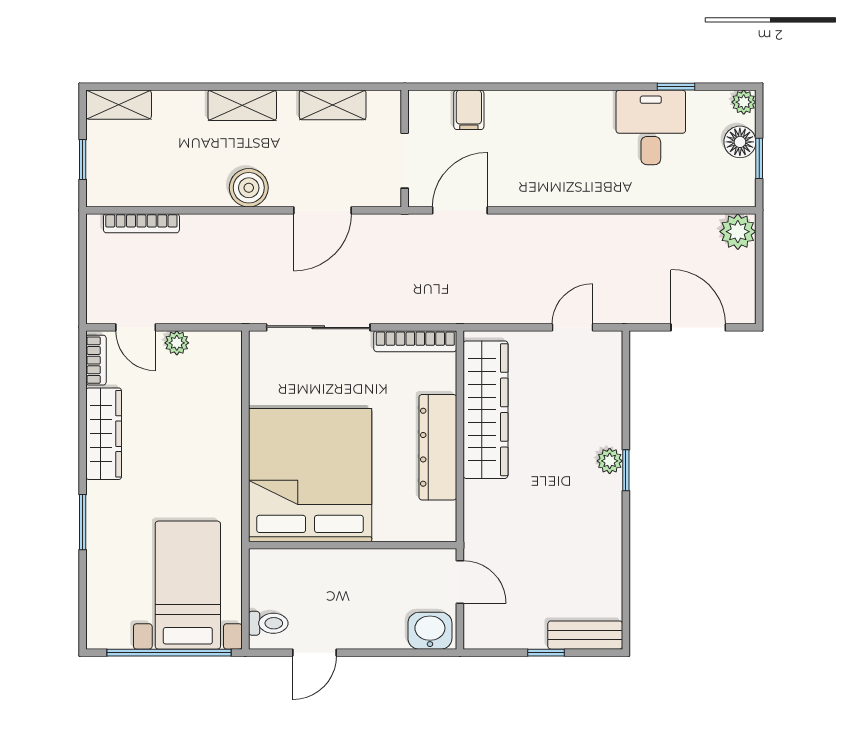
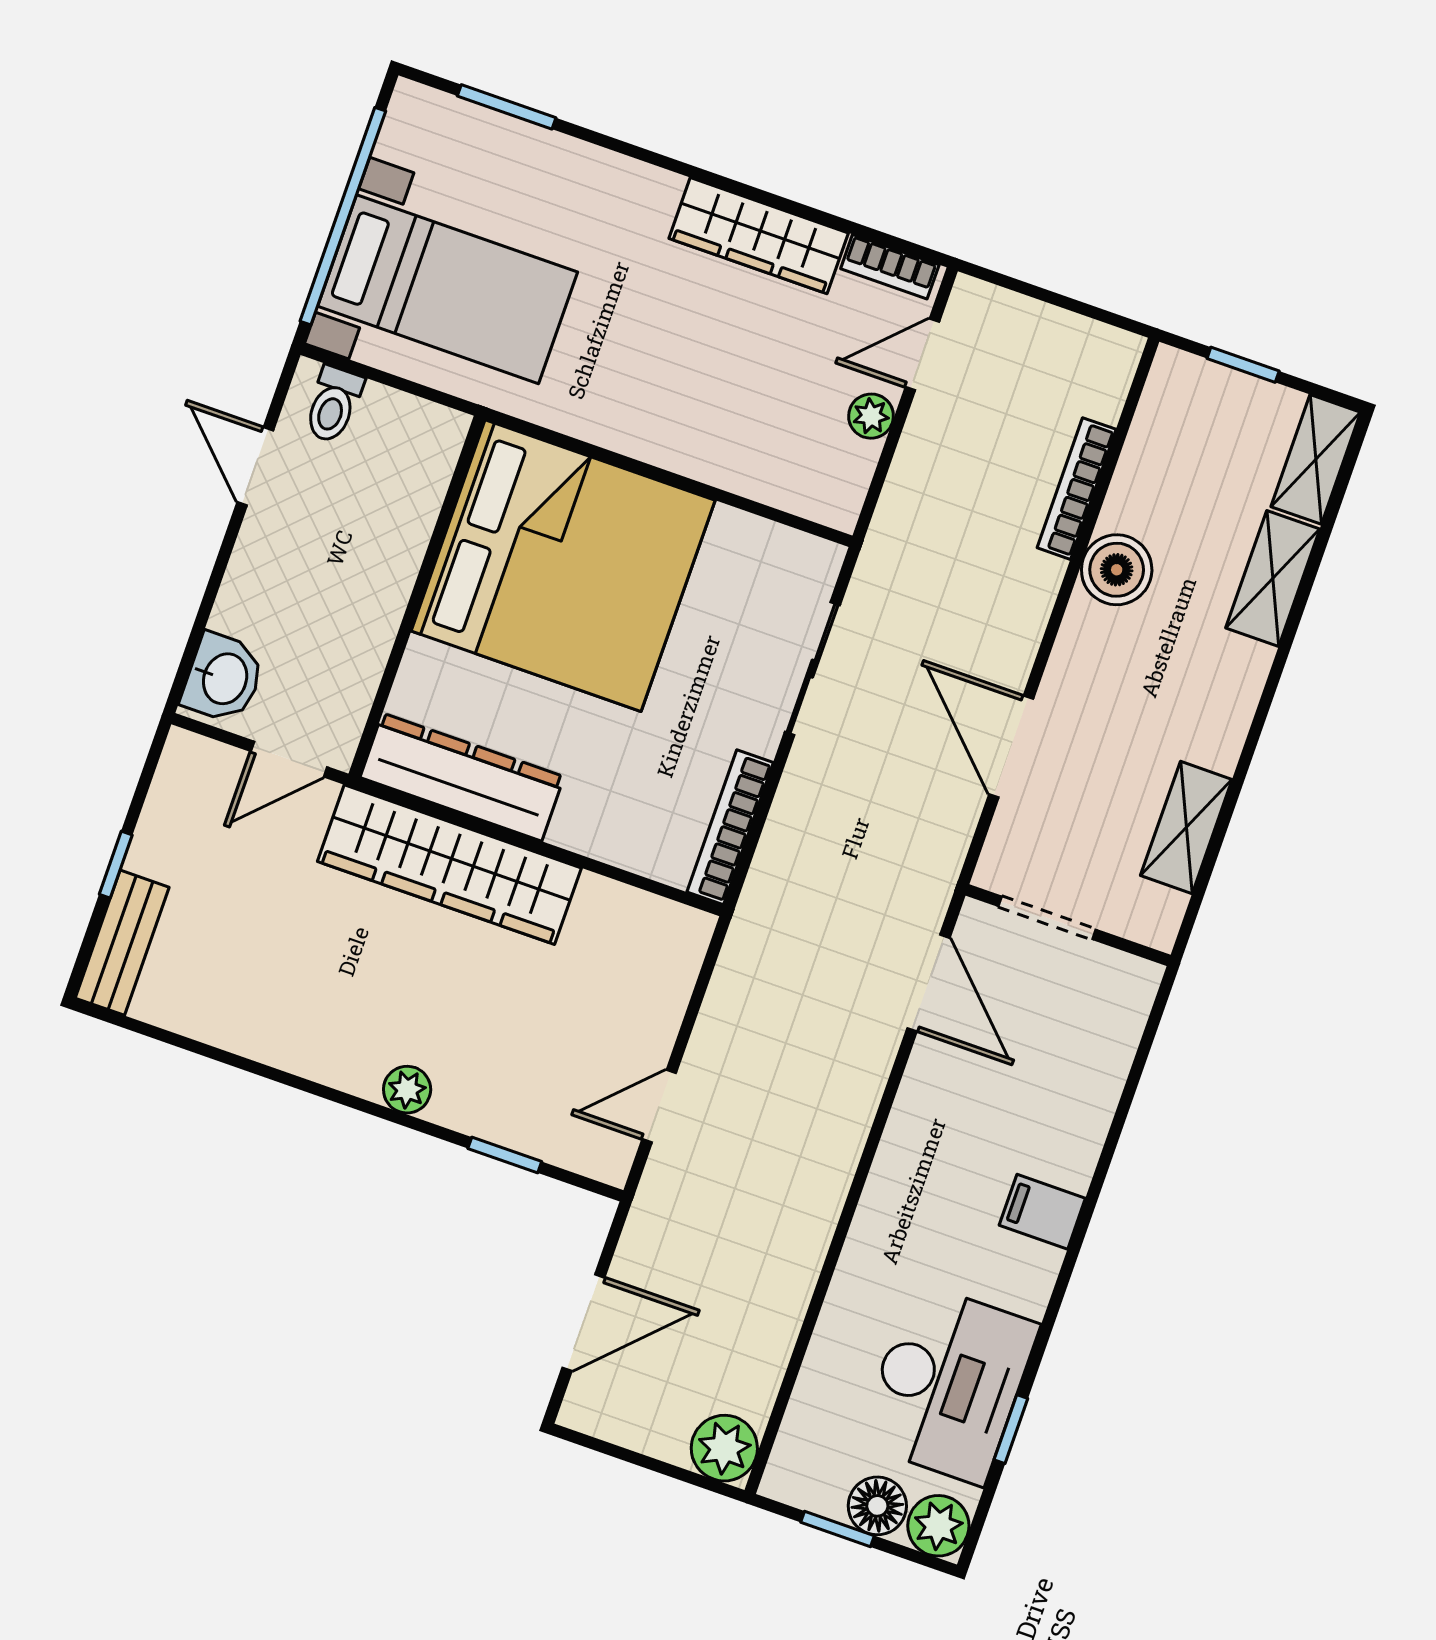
plant: (744, 102) -> (938, 1526), width x1.38, depth x1.38
shelving: (242, 105) -> (1273, 579), moved
filing cabinet: (469, 110) -> (1042, 1212), moved
desk: (651, 127) -> (948, 1384), width x1.37
boiler: (249, 188) -> (1117, 570), moved
bookcase: (141, 223) -> (1077, 489), moved
sliding door: (318, 327) -> (812, 669), width x0.73
door: (573, 327) -> (659, 1106), swing flipped
wardrobe: (486, 410) -> (449, 865), moved
dresser: (438, 447) -> (462, 777), moved
window: (626, 470) -> (505, 1155), moved
window: (83, 522) -> (507, 107), moved

